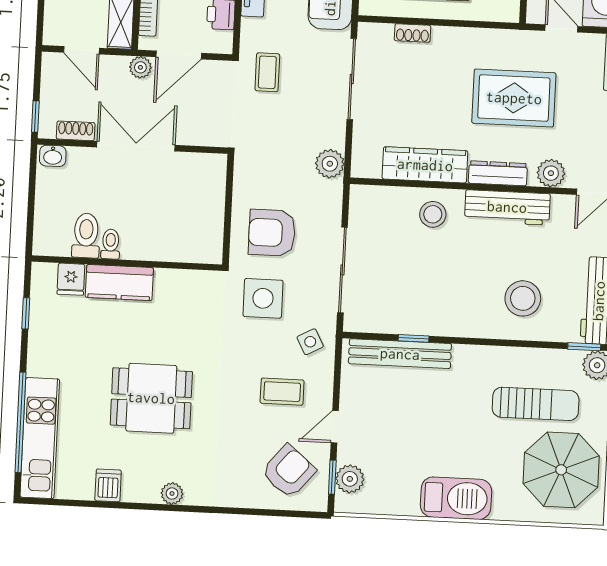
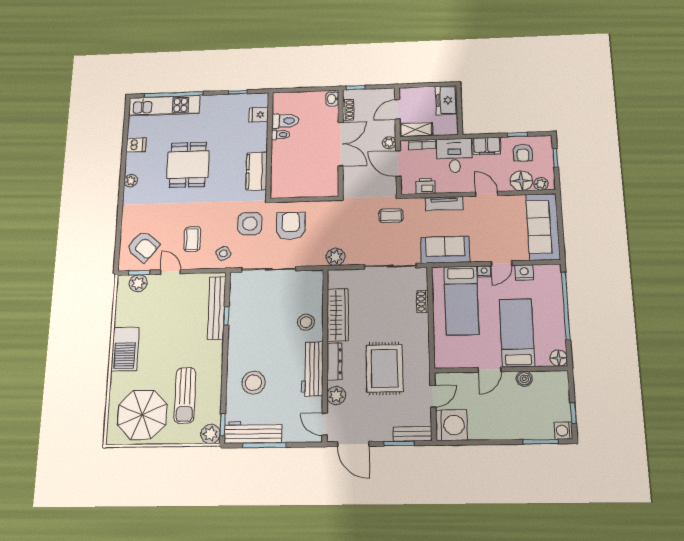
kitchen counter: (119, 283) -> (257, 171), moved

